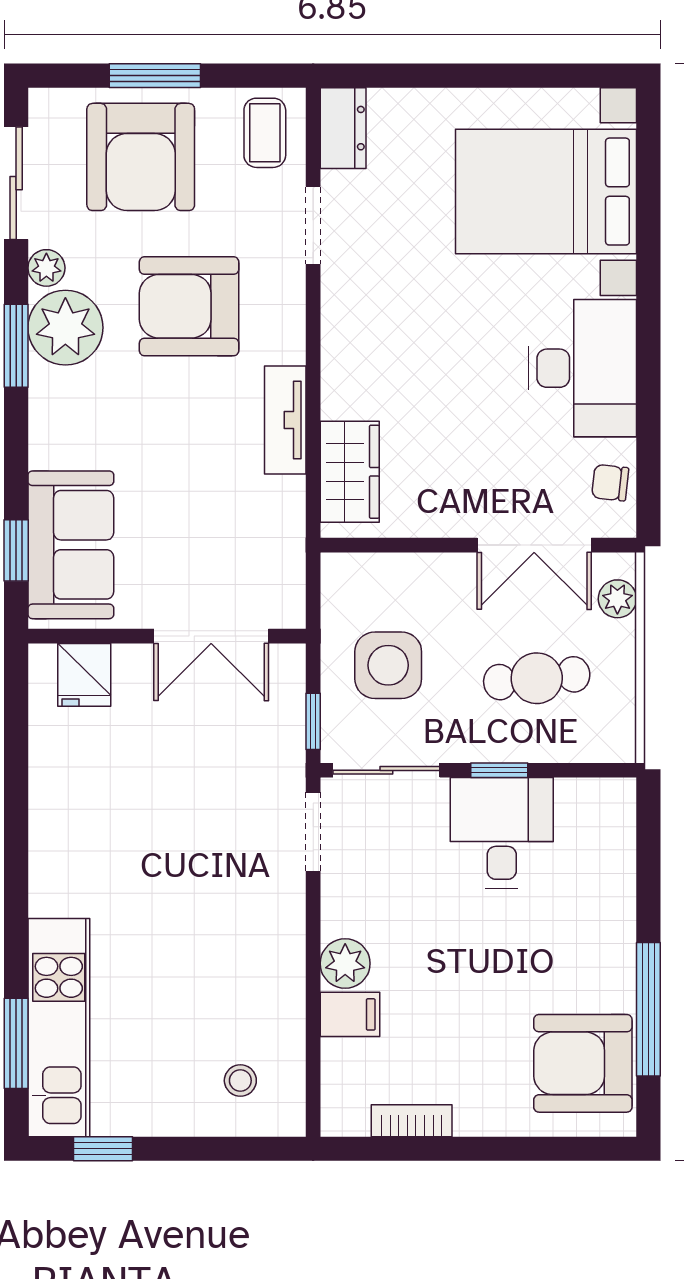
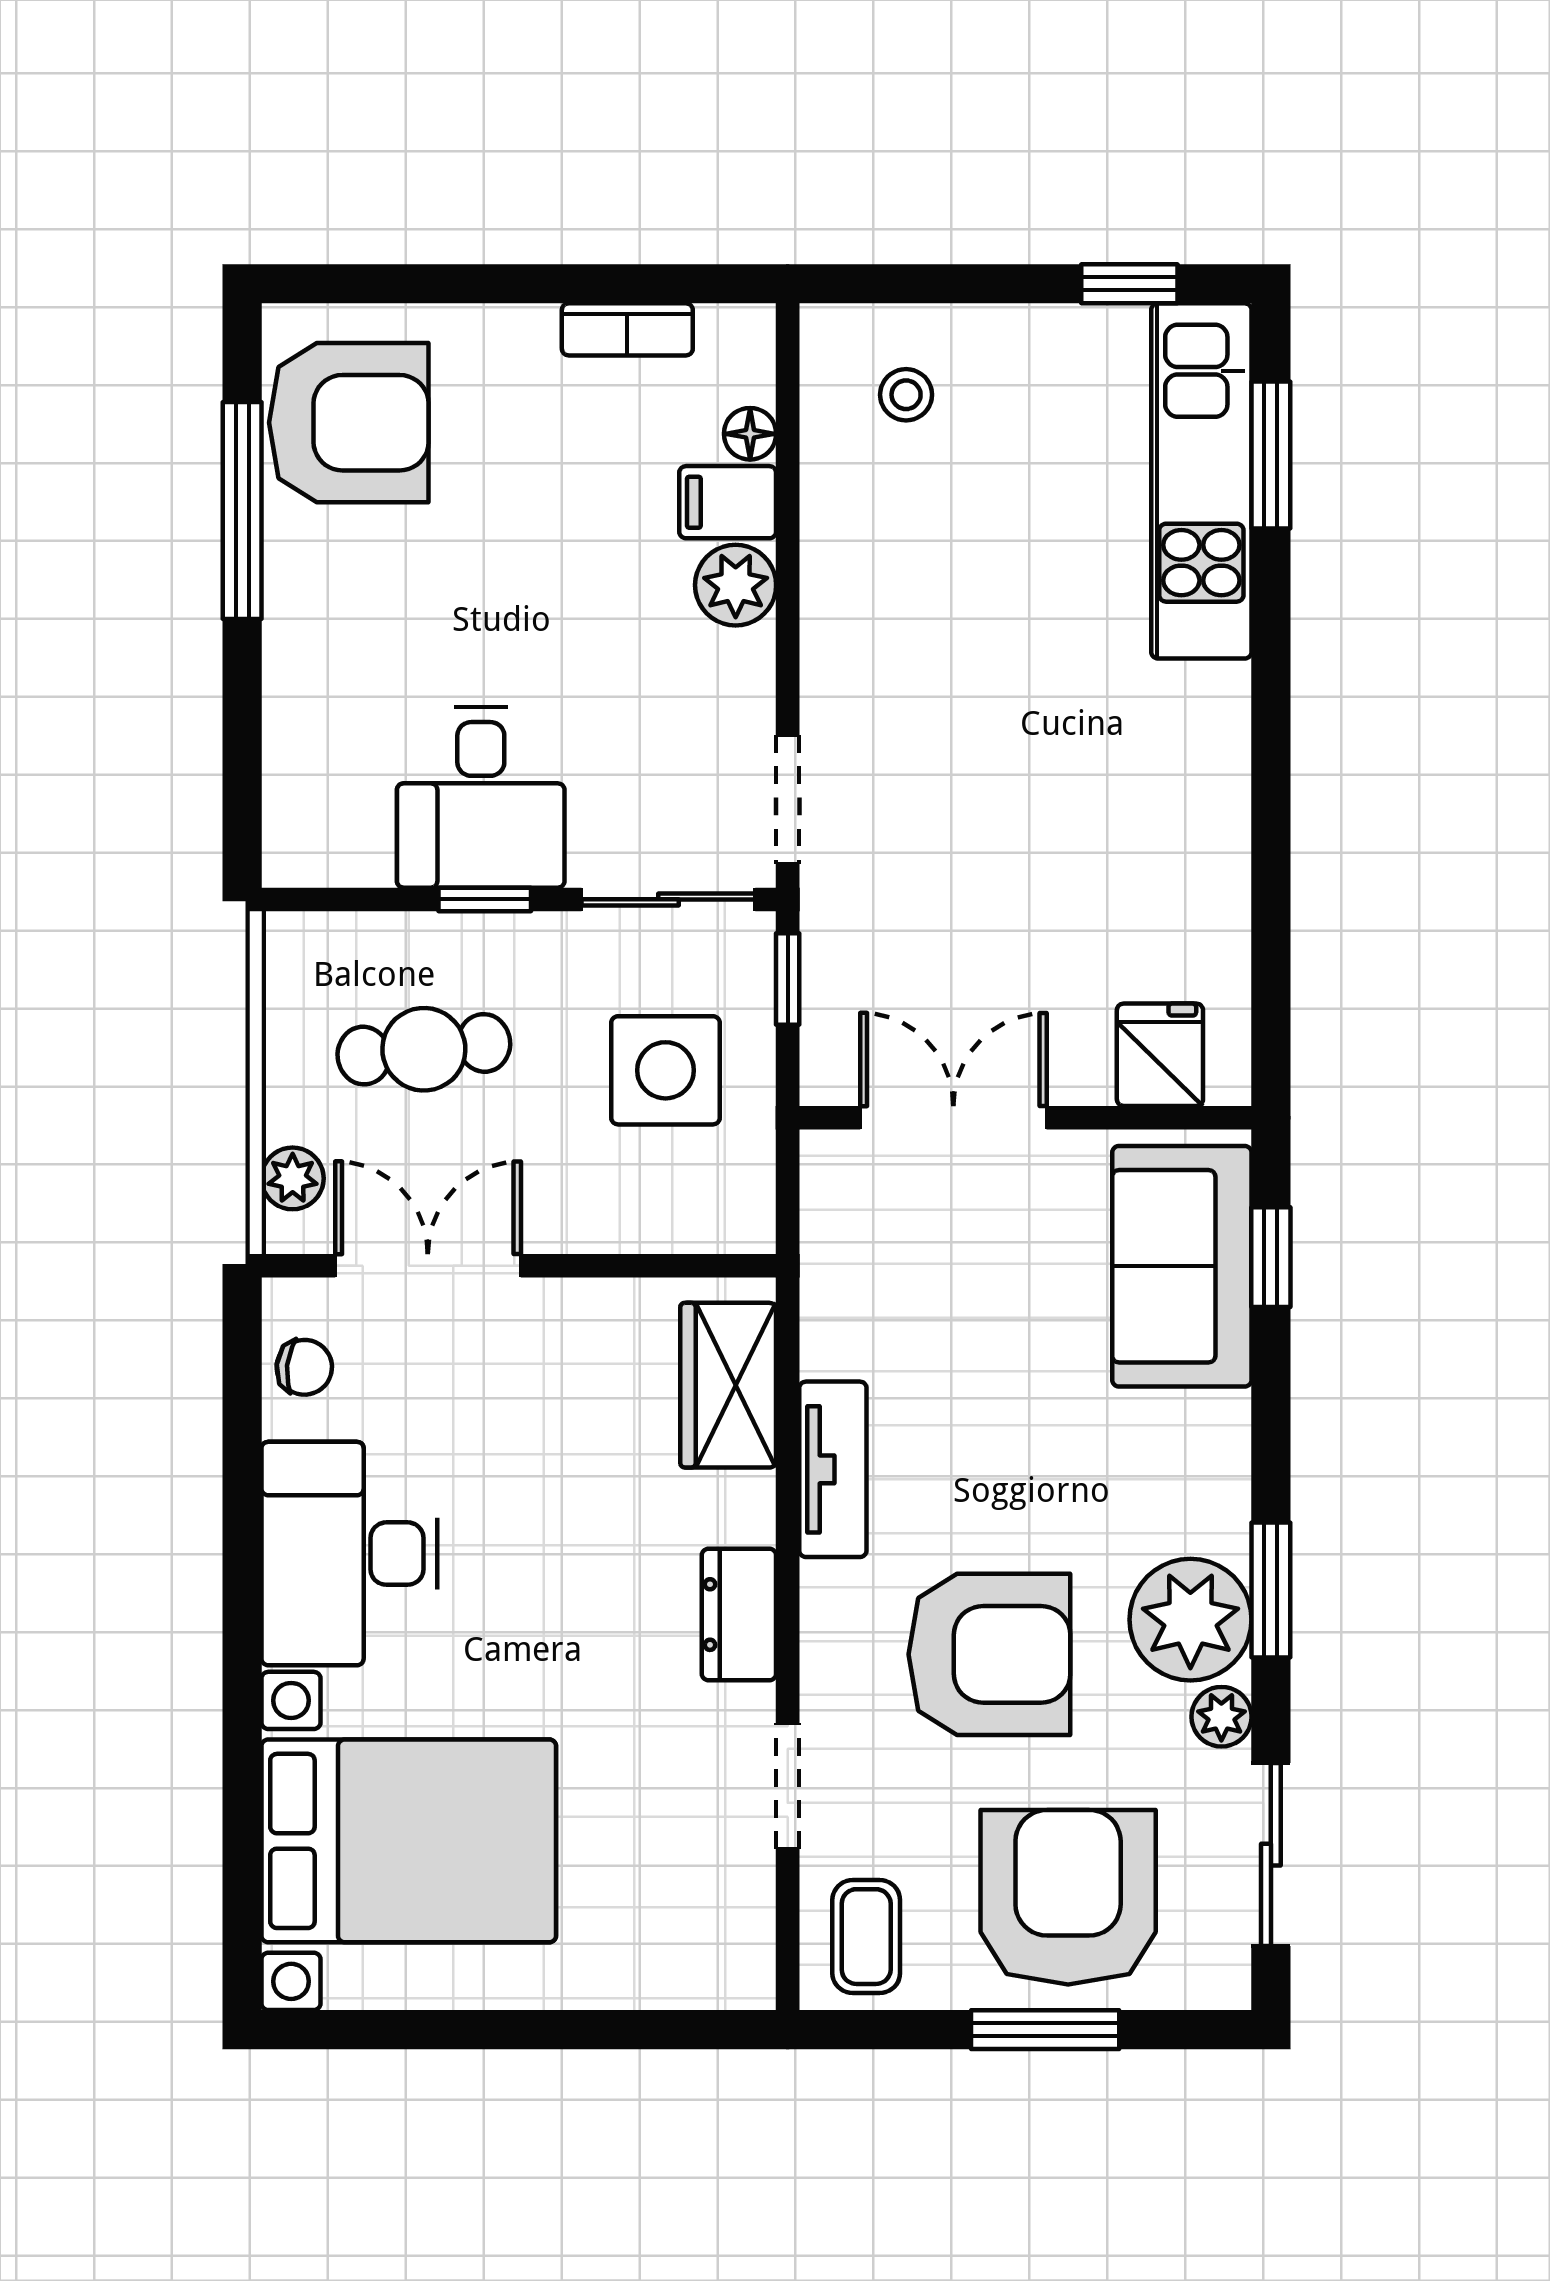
dresser: (343, 128) -> (739, 1615), moved
floor lamp: (336, 1057) -> (750, 434), added

